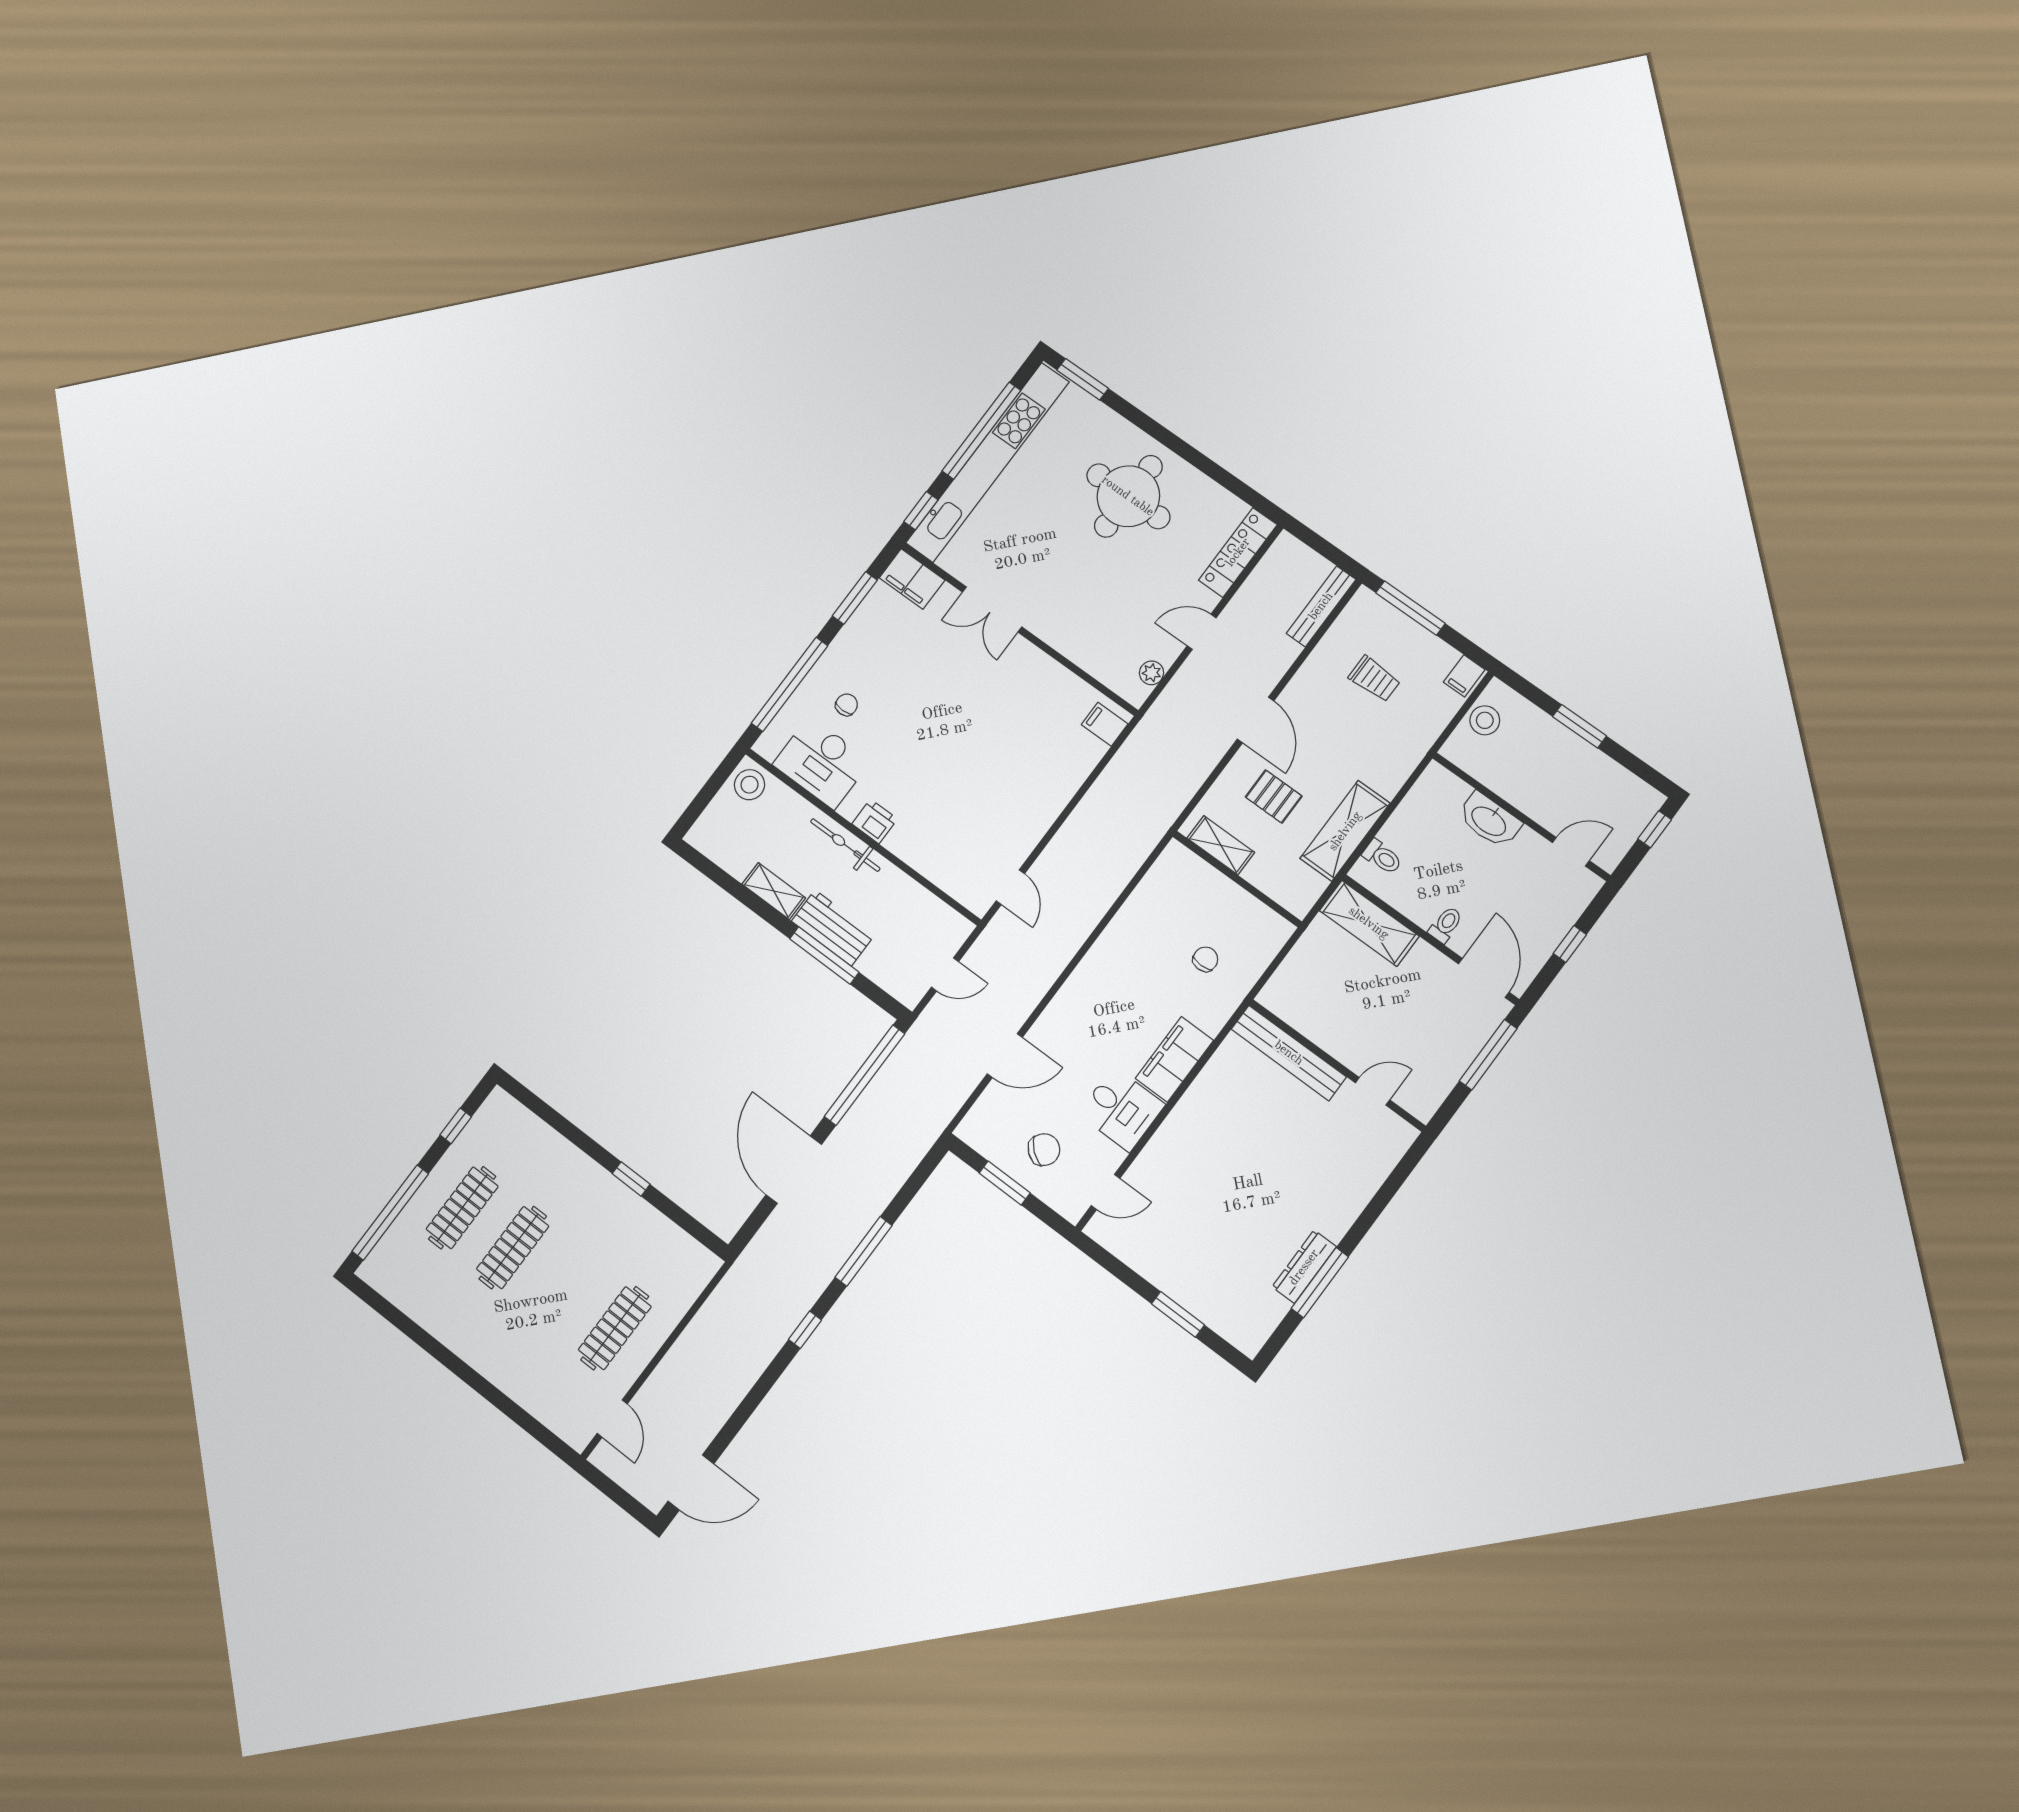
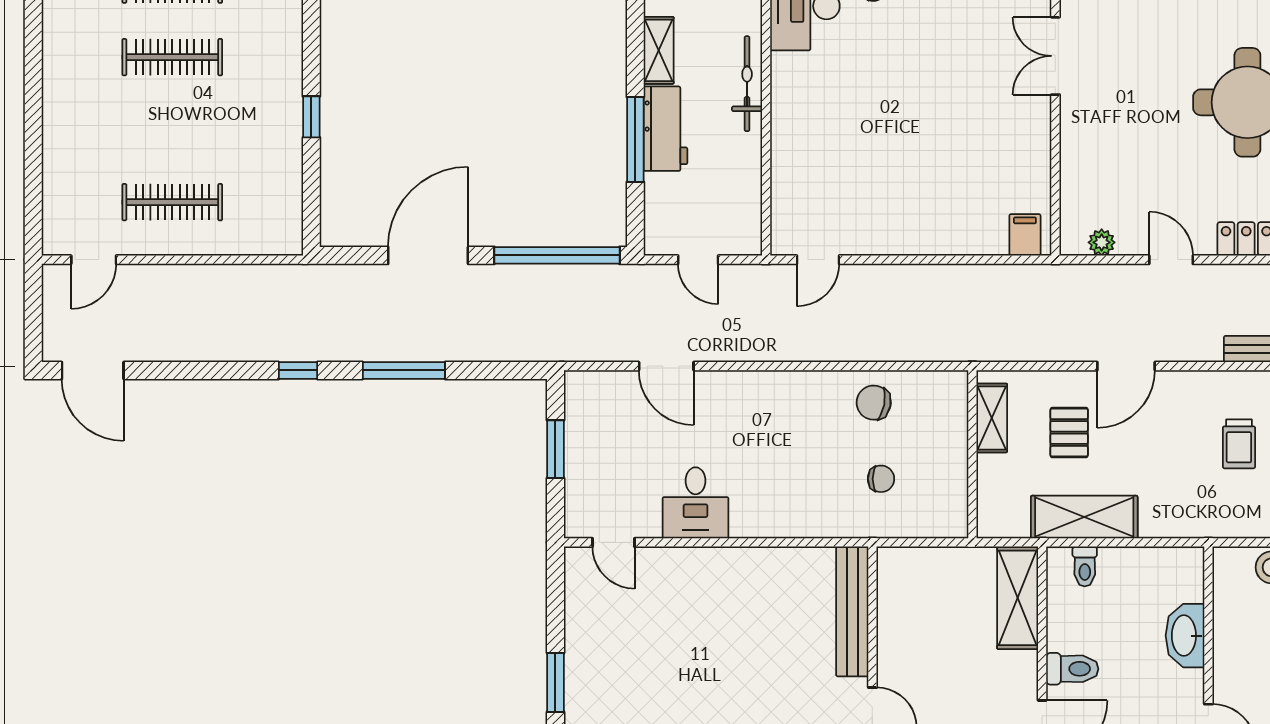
printer: (875, 821) -> (787, 94), removed
toilet: (1446, 925) -> (1072, 669), width x1.37, depth x1.39
filing cabinet: (1174, 1059) -> (773, 517), removed
chair: (1044, 1150) -> (874, 403), moved, turned 152

